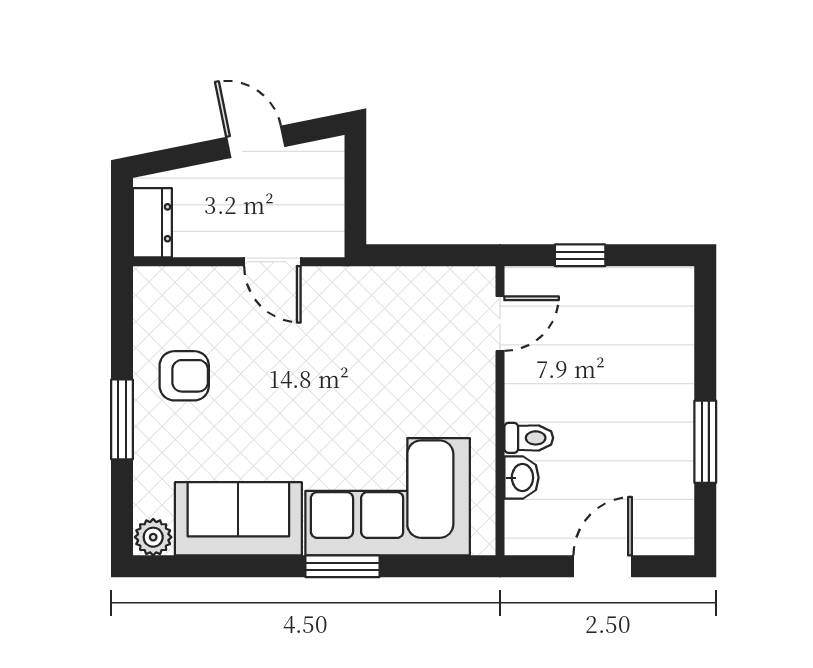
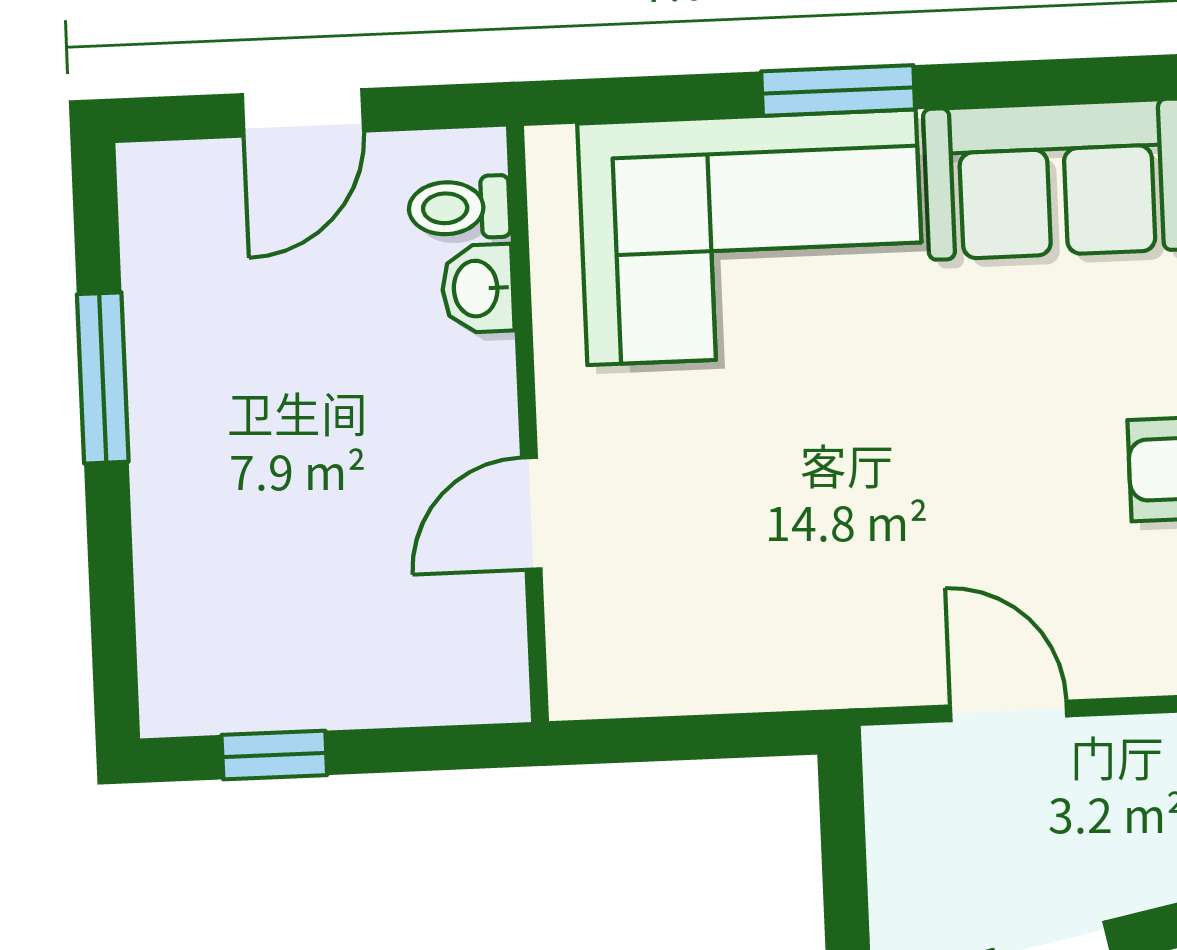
window: (580, 255) -> (274, 755), moved
door: (500, 324) -> (531, 513), moved
toilet: (529, 438) -> (459, 208), moved

